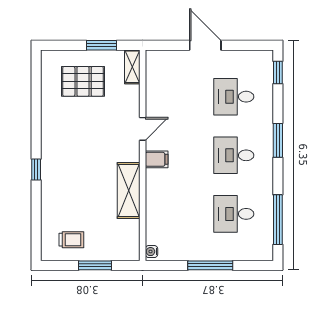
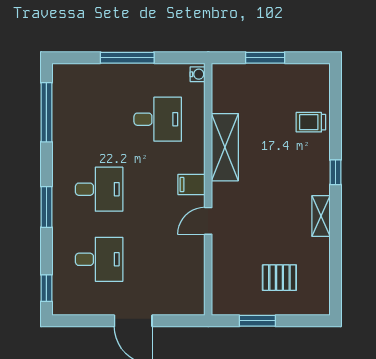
shelving: (132, 67) -> (321, 216), moved
pallet: (83, 81) -> (279, 278), width x0.67, depth x0.71
desk: (234, 214) -> (158, 119), moved
trolley: (71, 240) -> (311, 122), moved

